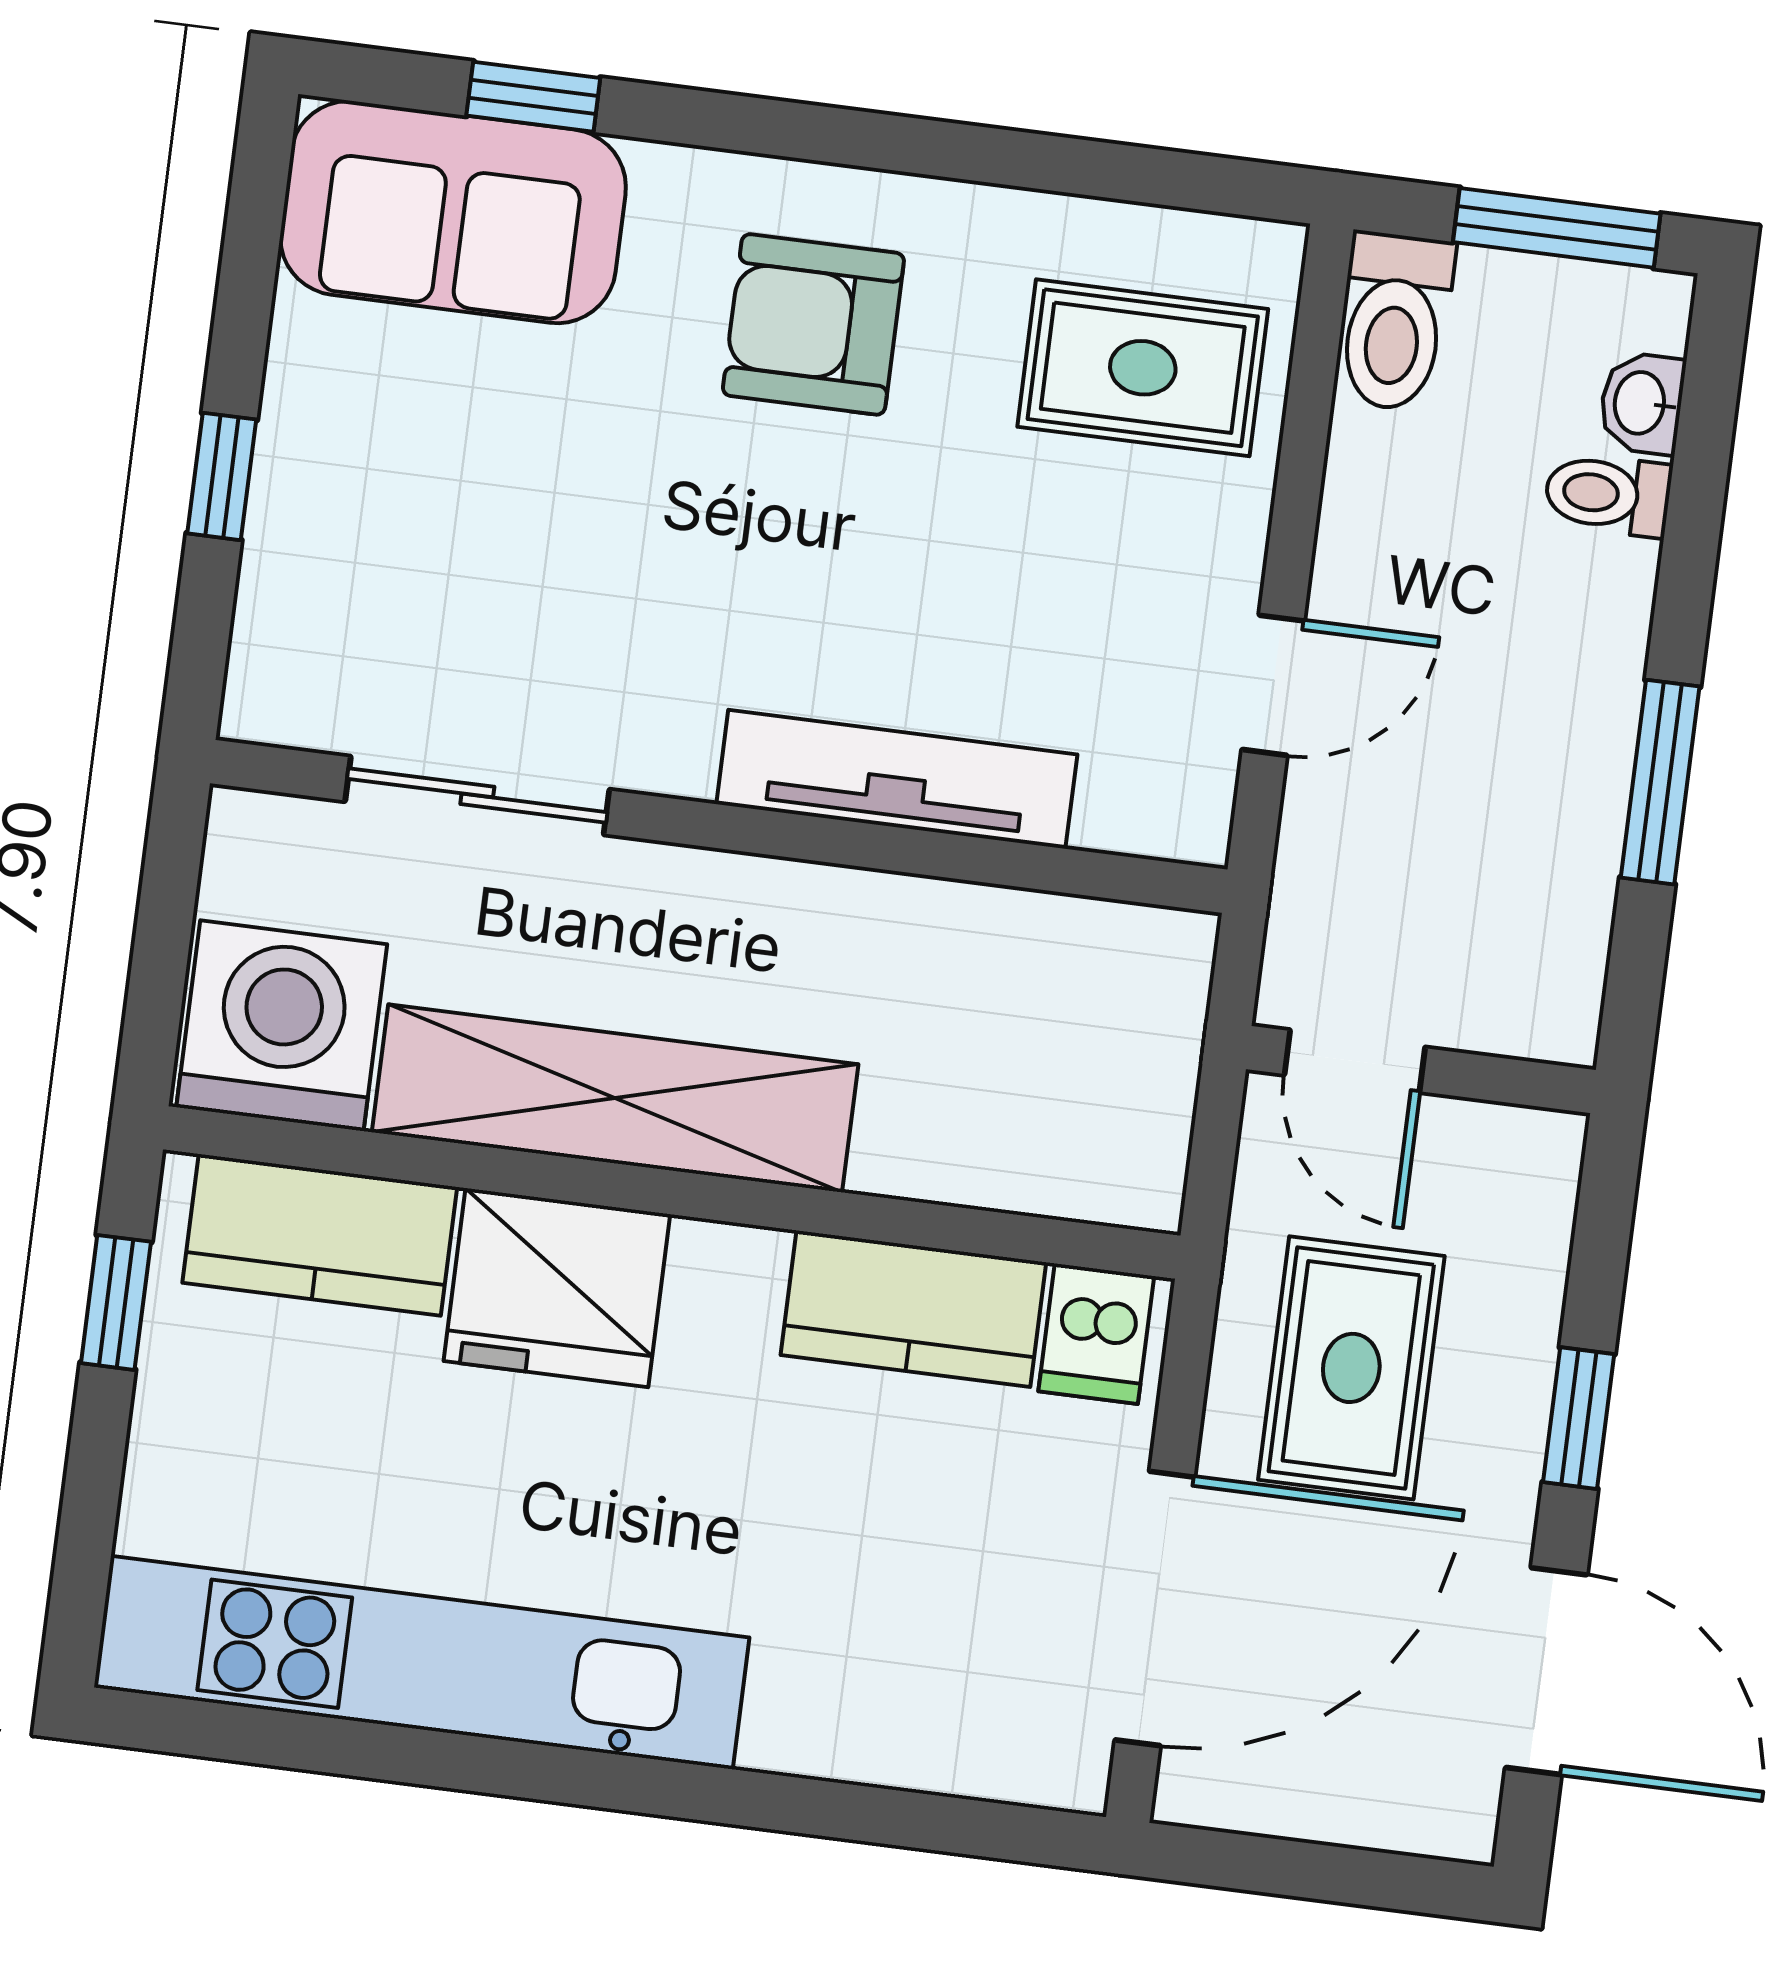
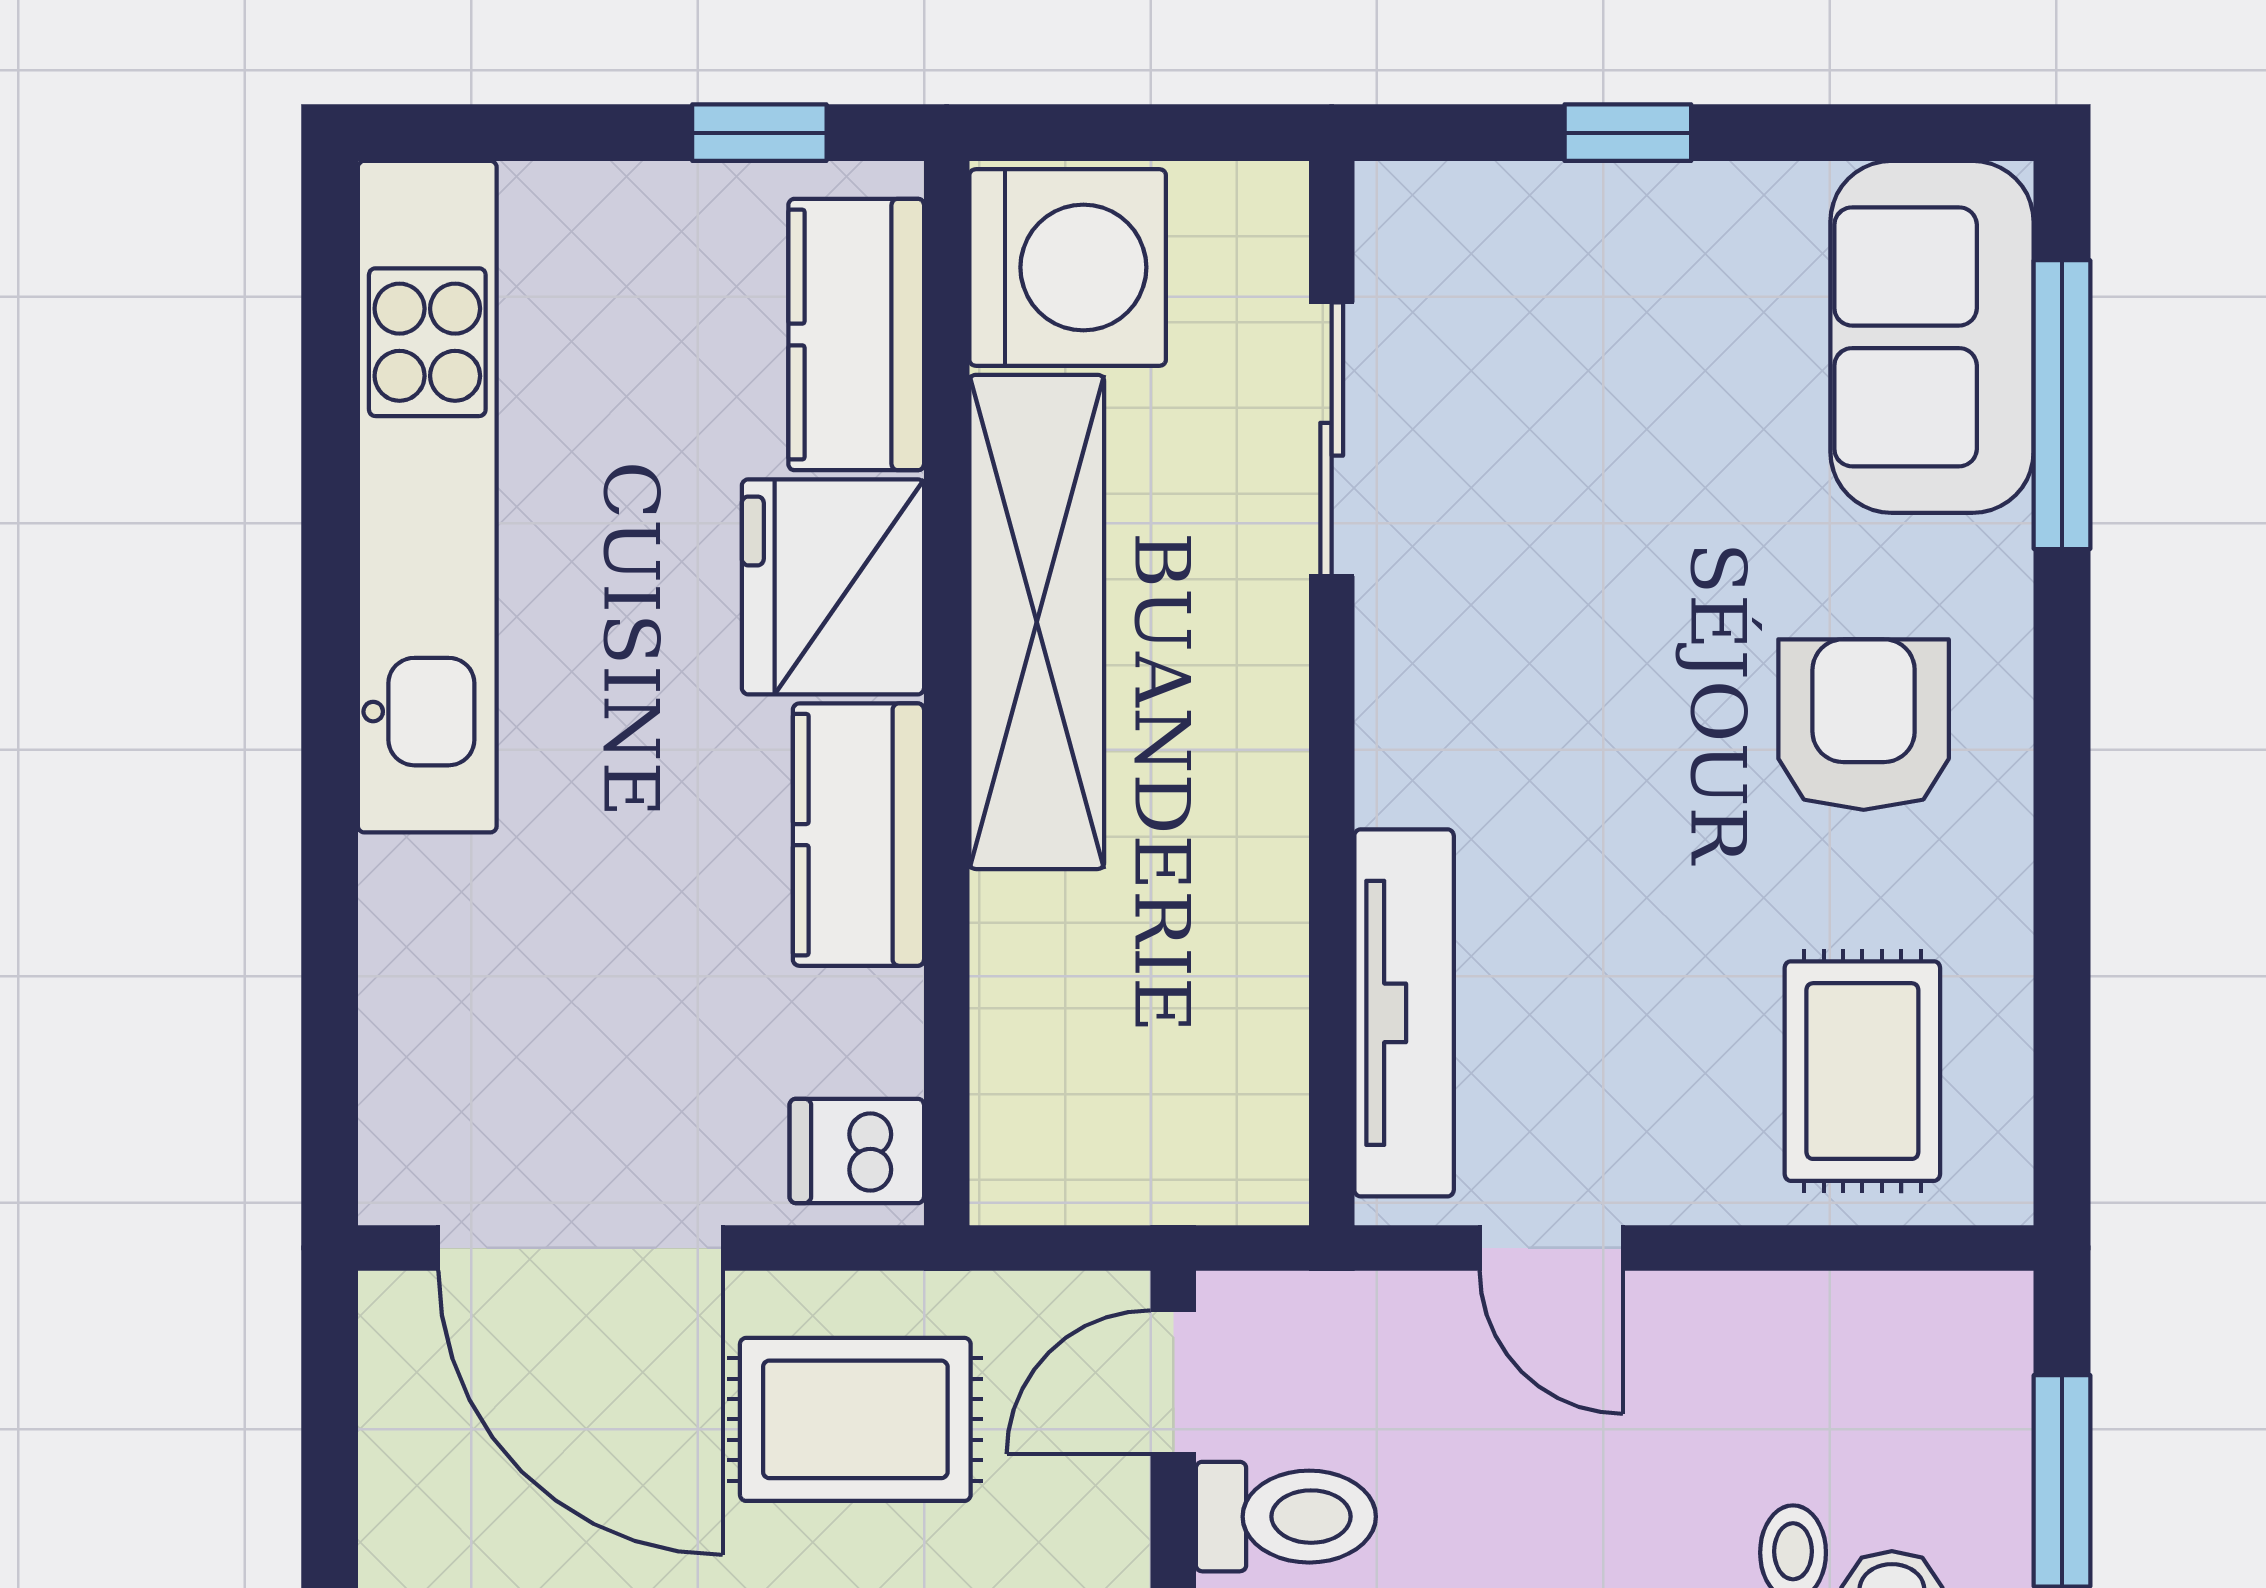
window: (533, 97) -> (2062, 405), width x2.17
toilet: (1394, 321) -> (1286, 1517), moved, turned 180
tv unit: (897, 779) -> (1404, 1013), moved
kitchen counter: (913, 1309) -> (858, 835), moved

